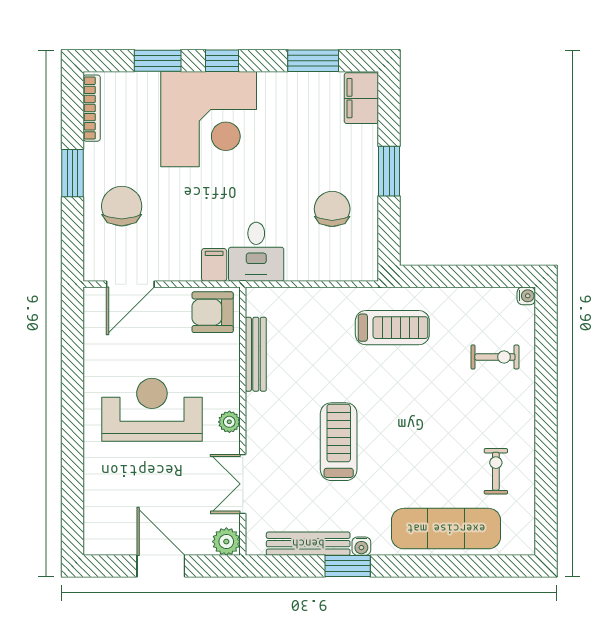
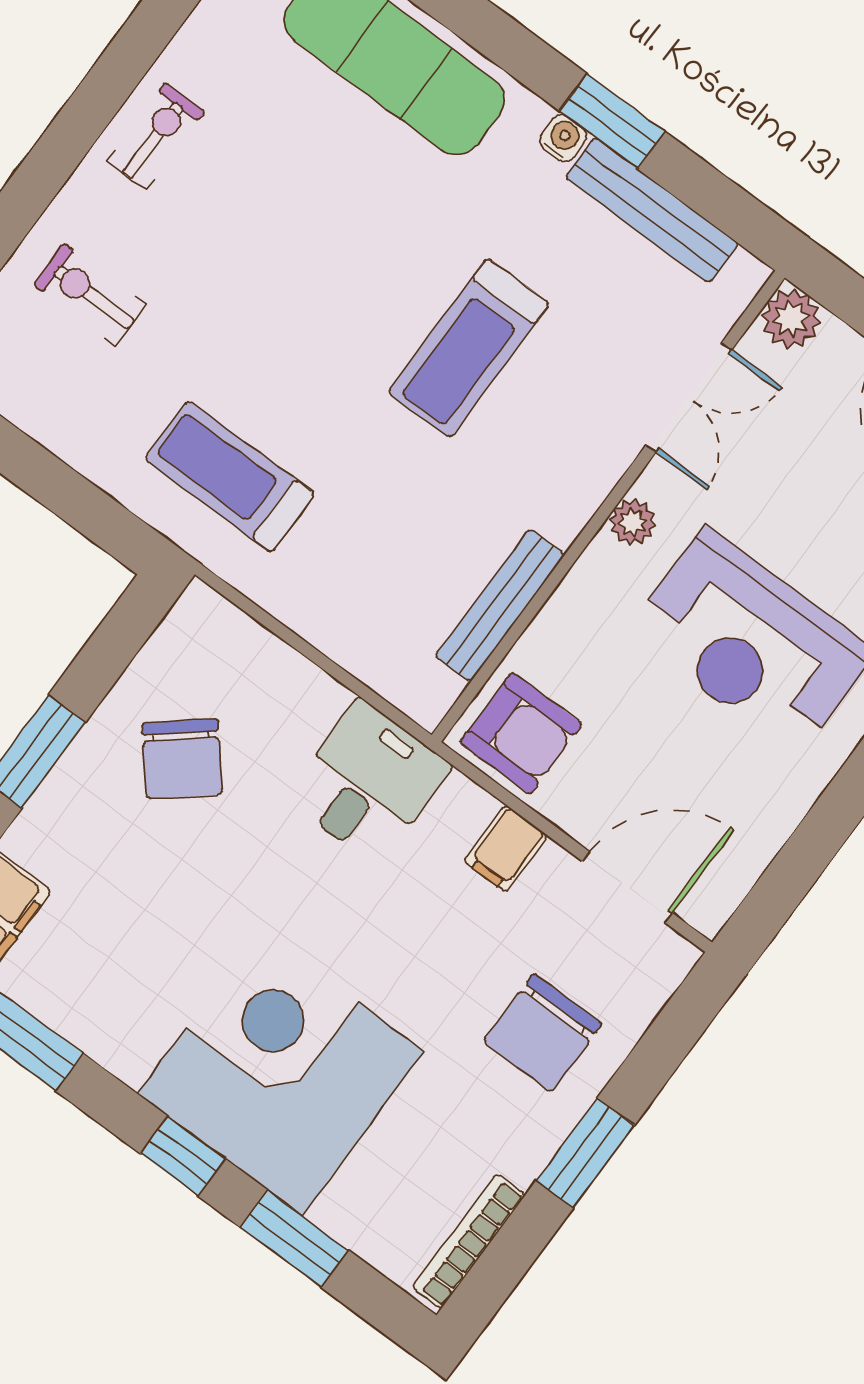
chair: (332, 209) -> (182, 759), turned -40
filing cabinet: (214, 265) -> (506, 849), moved
exercise bike: (496, 471) -> (156, 136), moved, turned 180

